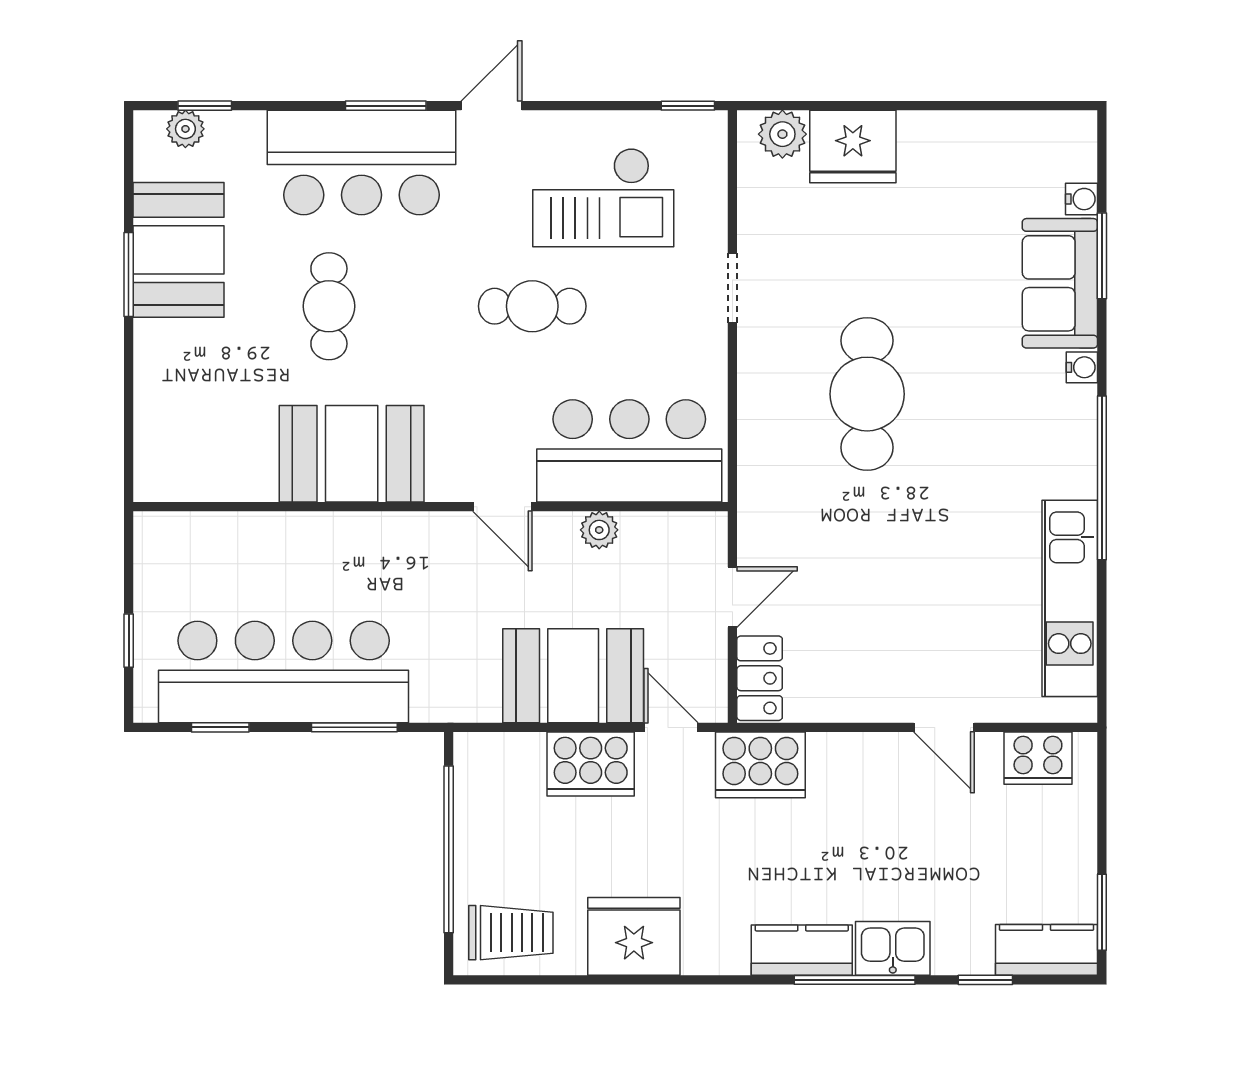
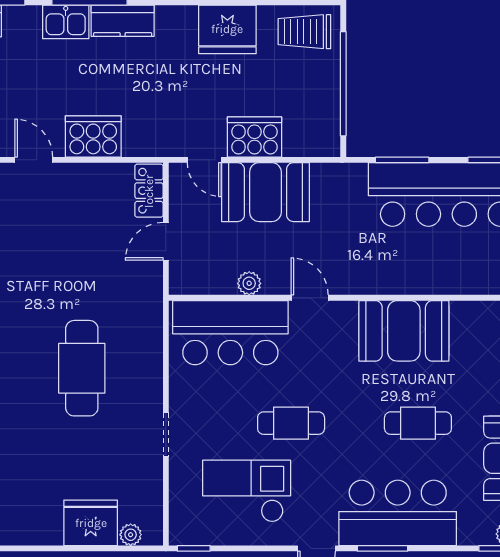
plant: (782, 134) -> (131, 535), width x0.73, depth x0.73
cafe table: (329, 306) -> (418, 423), turned 90
cooker: (760, 765) -> (93, 136), moved

